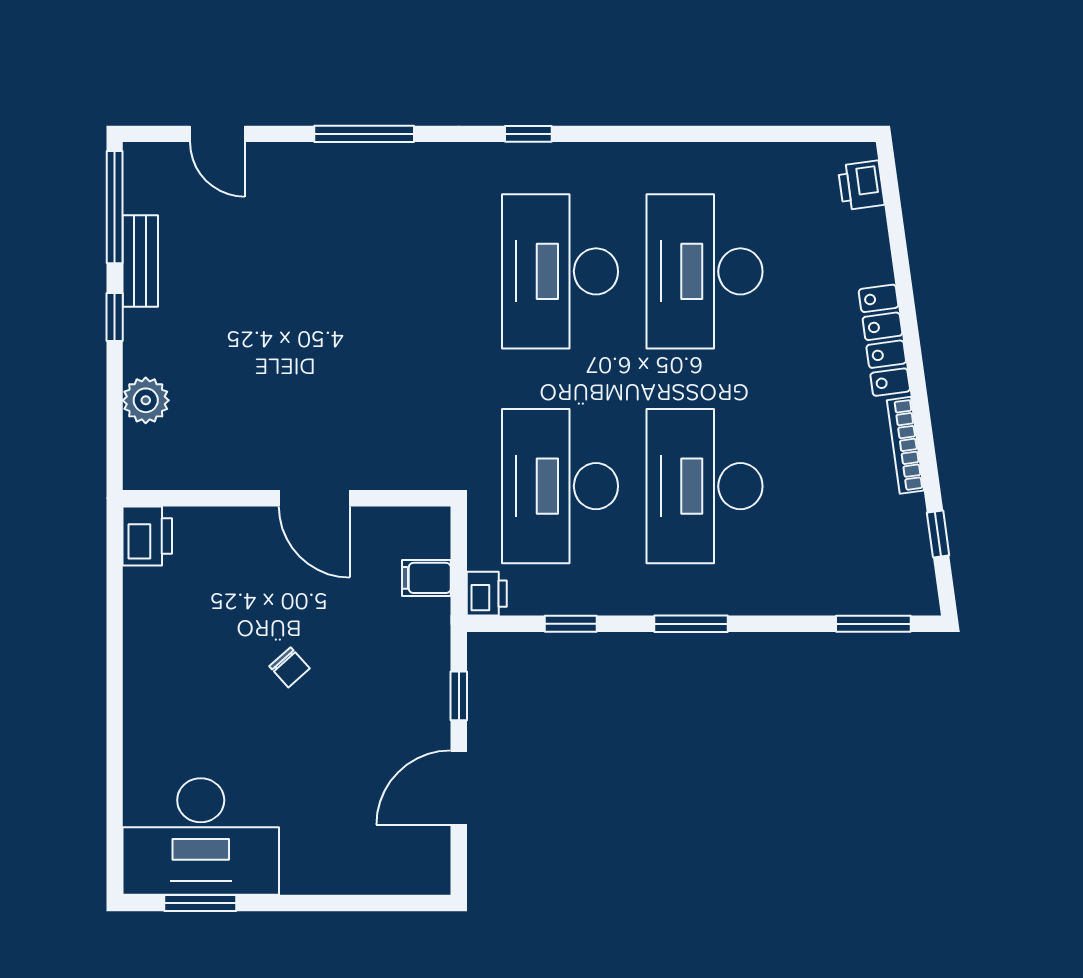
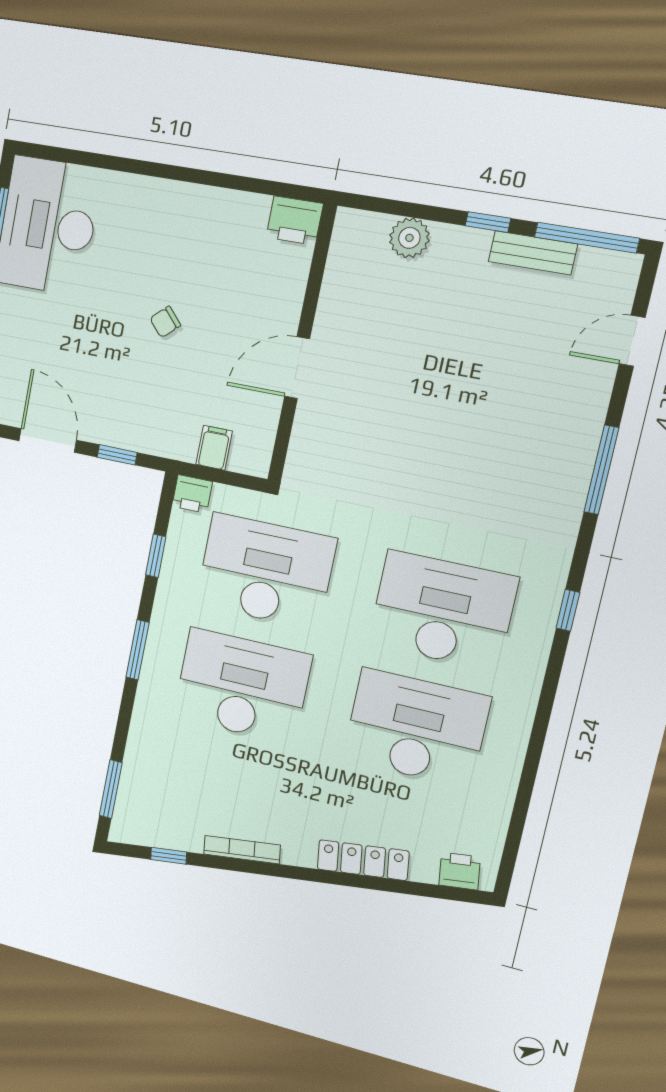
locker: (884, 340) -> (363, 860), moved

